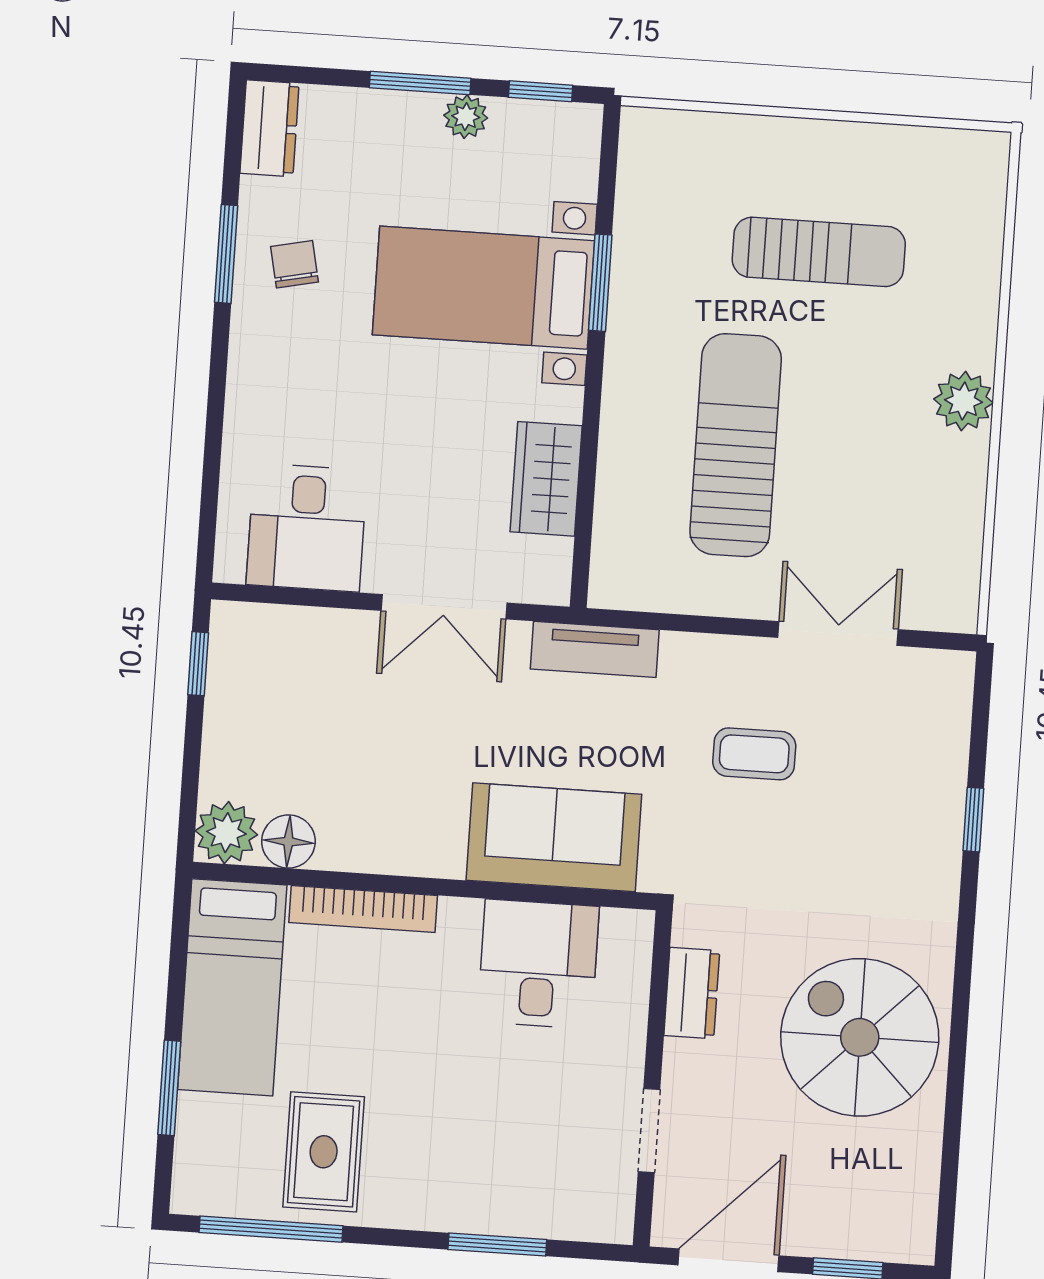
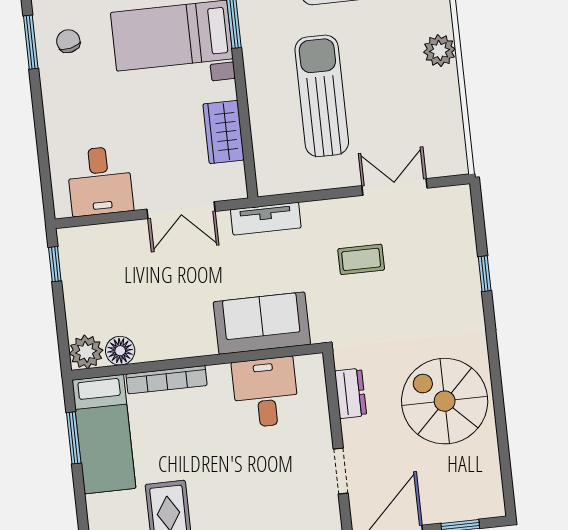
window: (169, 1088) -> (74, 438), moved

